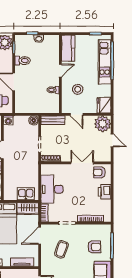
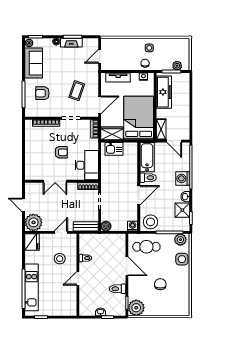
kitchen counter: (68, 48) -> (70, 302), removed
door: (77, 114) -> (61, 232), hinge flipped
armchair: (99, 172) -> (61, 152), moved
desk: (52, 189) -> (87, 165), moved
printer: (105, 192) -> (31, 151), removed

